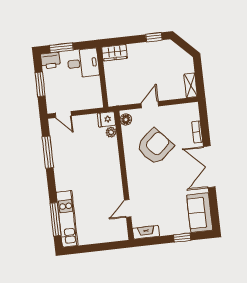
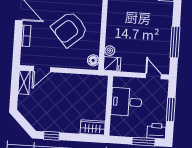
desk: (83, 63) -> (126, 102), moved
door: (150, 105) -> (42, 69), moved

